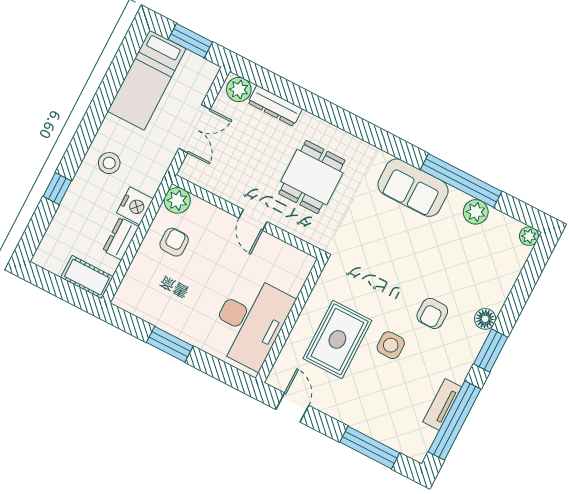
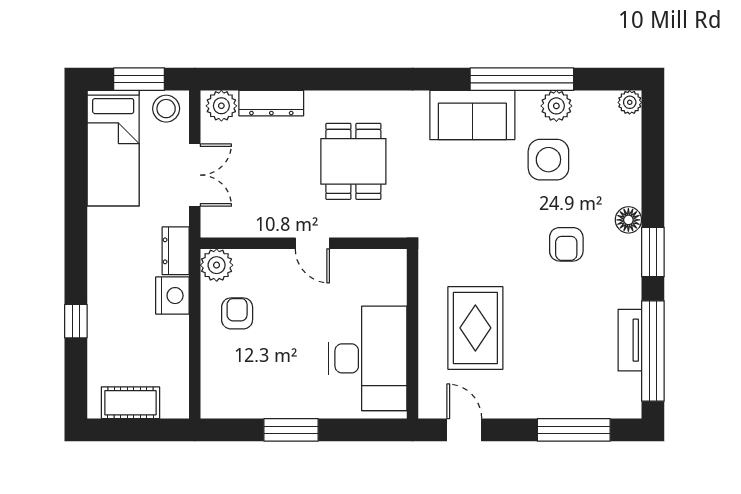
stool: (109, 163) -> (166, 109), moved
dresser: (121, 239) -> (176, 251), moved
cot: (87, 277) -> (130, 403), moved
side table: (391, 345) -> (548, 160), moved, width x1.37, depth x1.37

